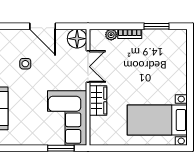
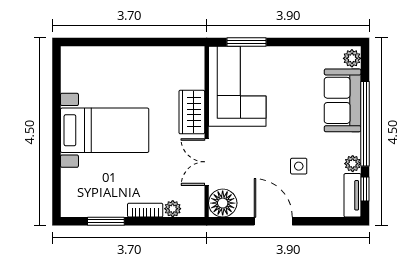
bed with nightstands: (157, 120) -> (105, 130), moved

